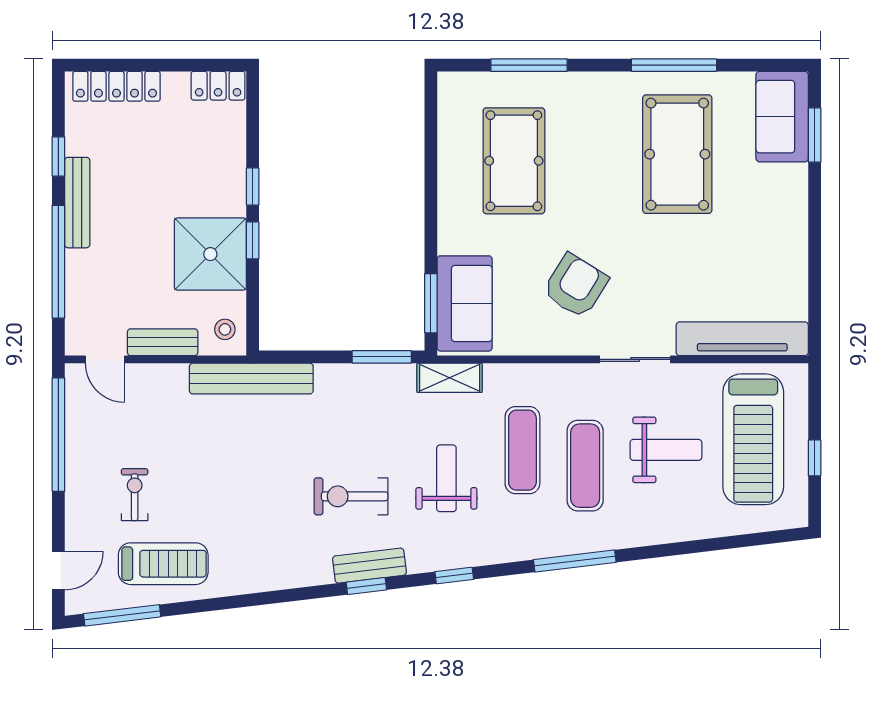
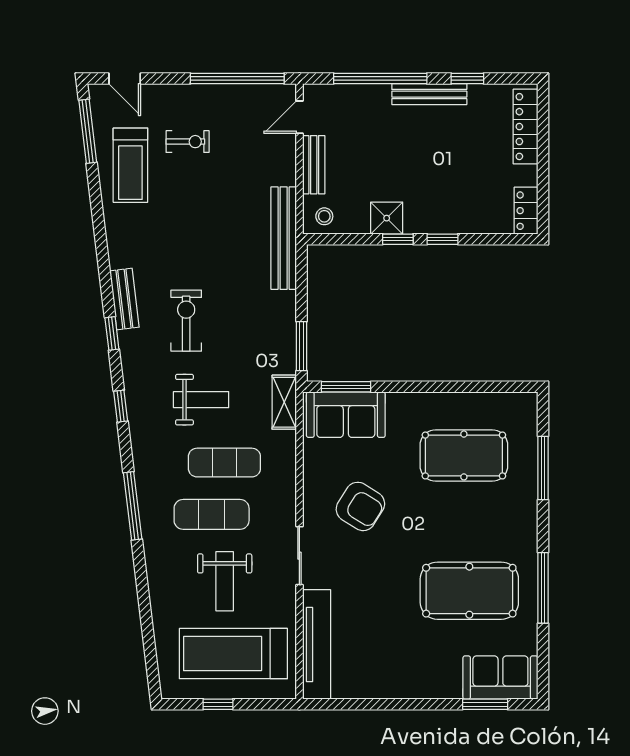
shower: (210, 254) -> (387, 218), width x0.54, depth x0.54
bench: (369, 566) -> (124, 299), moved

